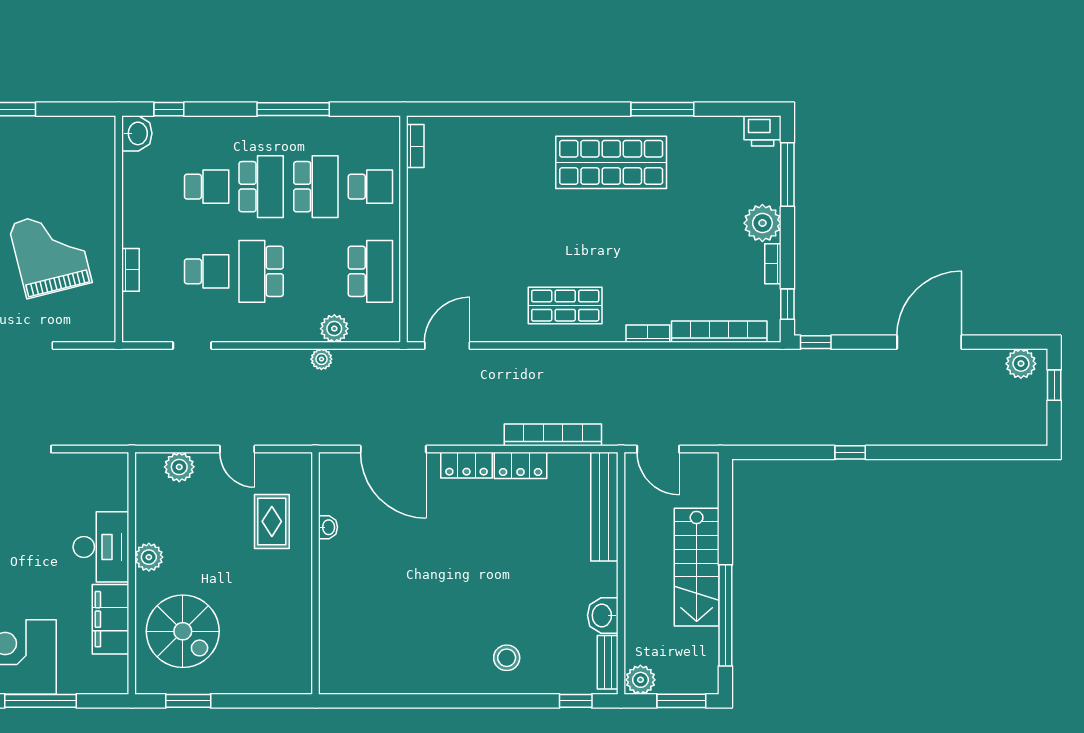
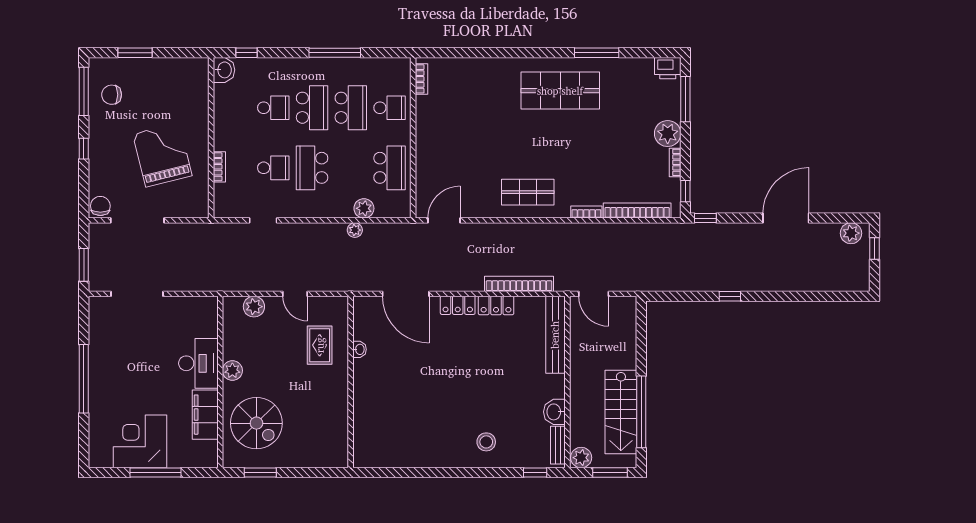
stairs: (697, 567) -> (621, 412), moved

